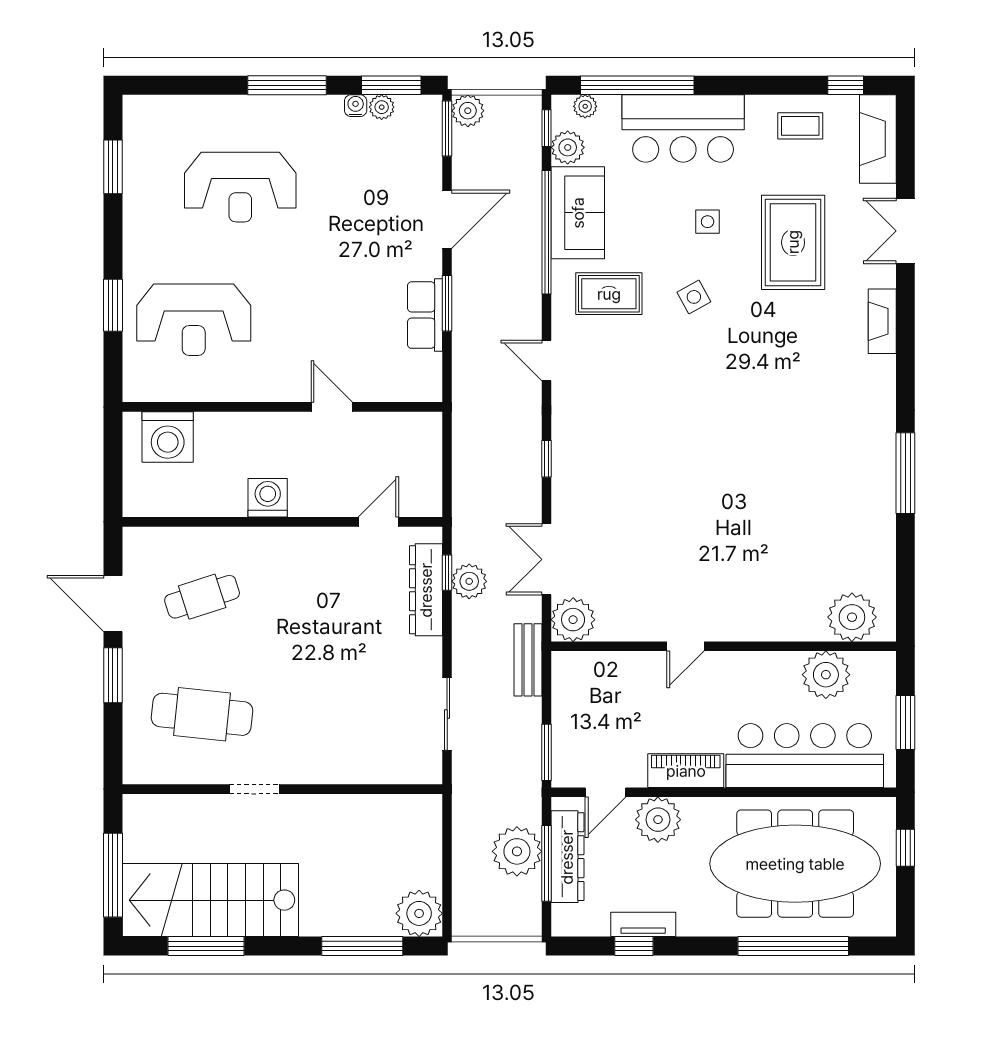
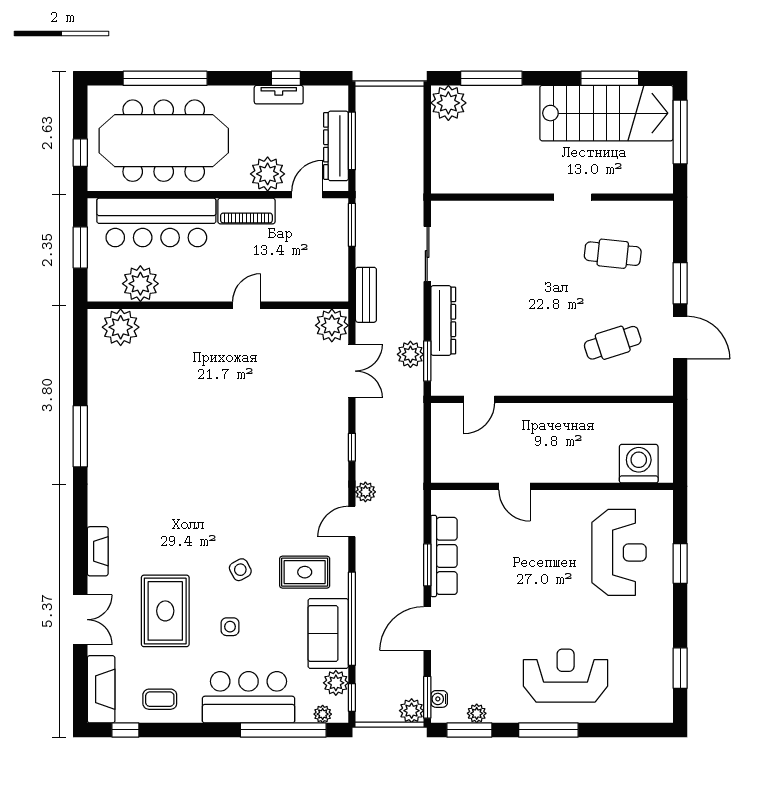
water cooler: (356, 106) -> (439, 699), moved, turned 90
reception desk: (240, 187) -> (566, 676), moved
row of seats: (425, 315) -> (444, 556), width x1.48
reception desk: (194, 320) -> (619, 552), turned 90
door: (546, 361) -> (352, 522), swing flipped
washing machine: (268, 498) -> (563, 418), removed
window: (447, 573) -> (427, 361), width x1.50
dresser: (426, 590) -> (443, 321), moved
cafe table: (202, 714) -> (613, 254), width x0.73, depth x0.74
plant: (517, 851) -> (365, 492), moved, width x0.53, depth x0.53

